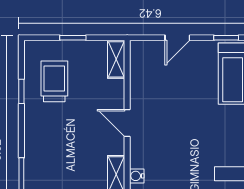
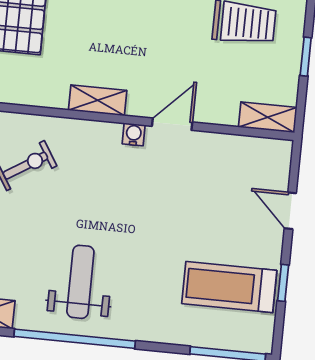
water cooler: (137, 176) -> (134, 134), moved

